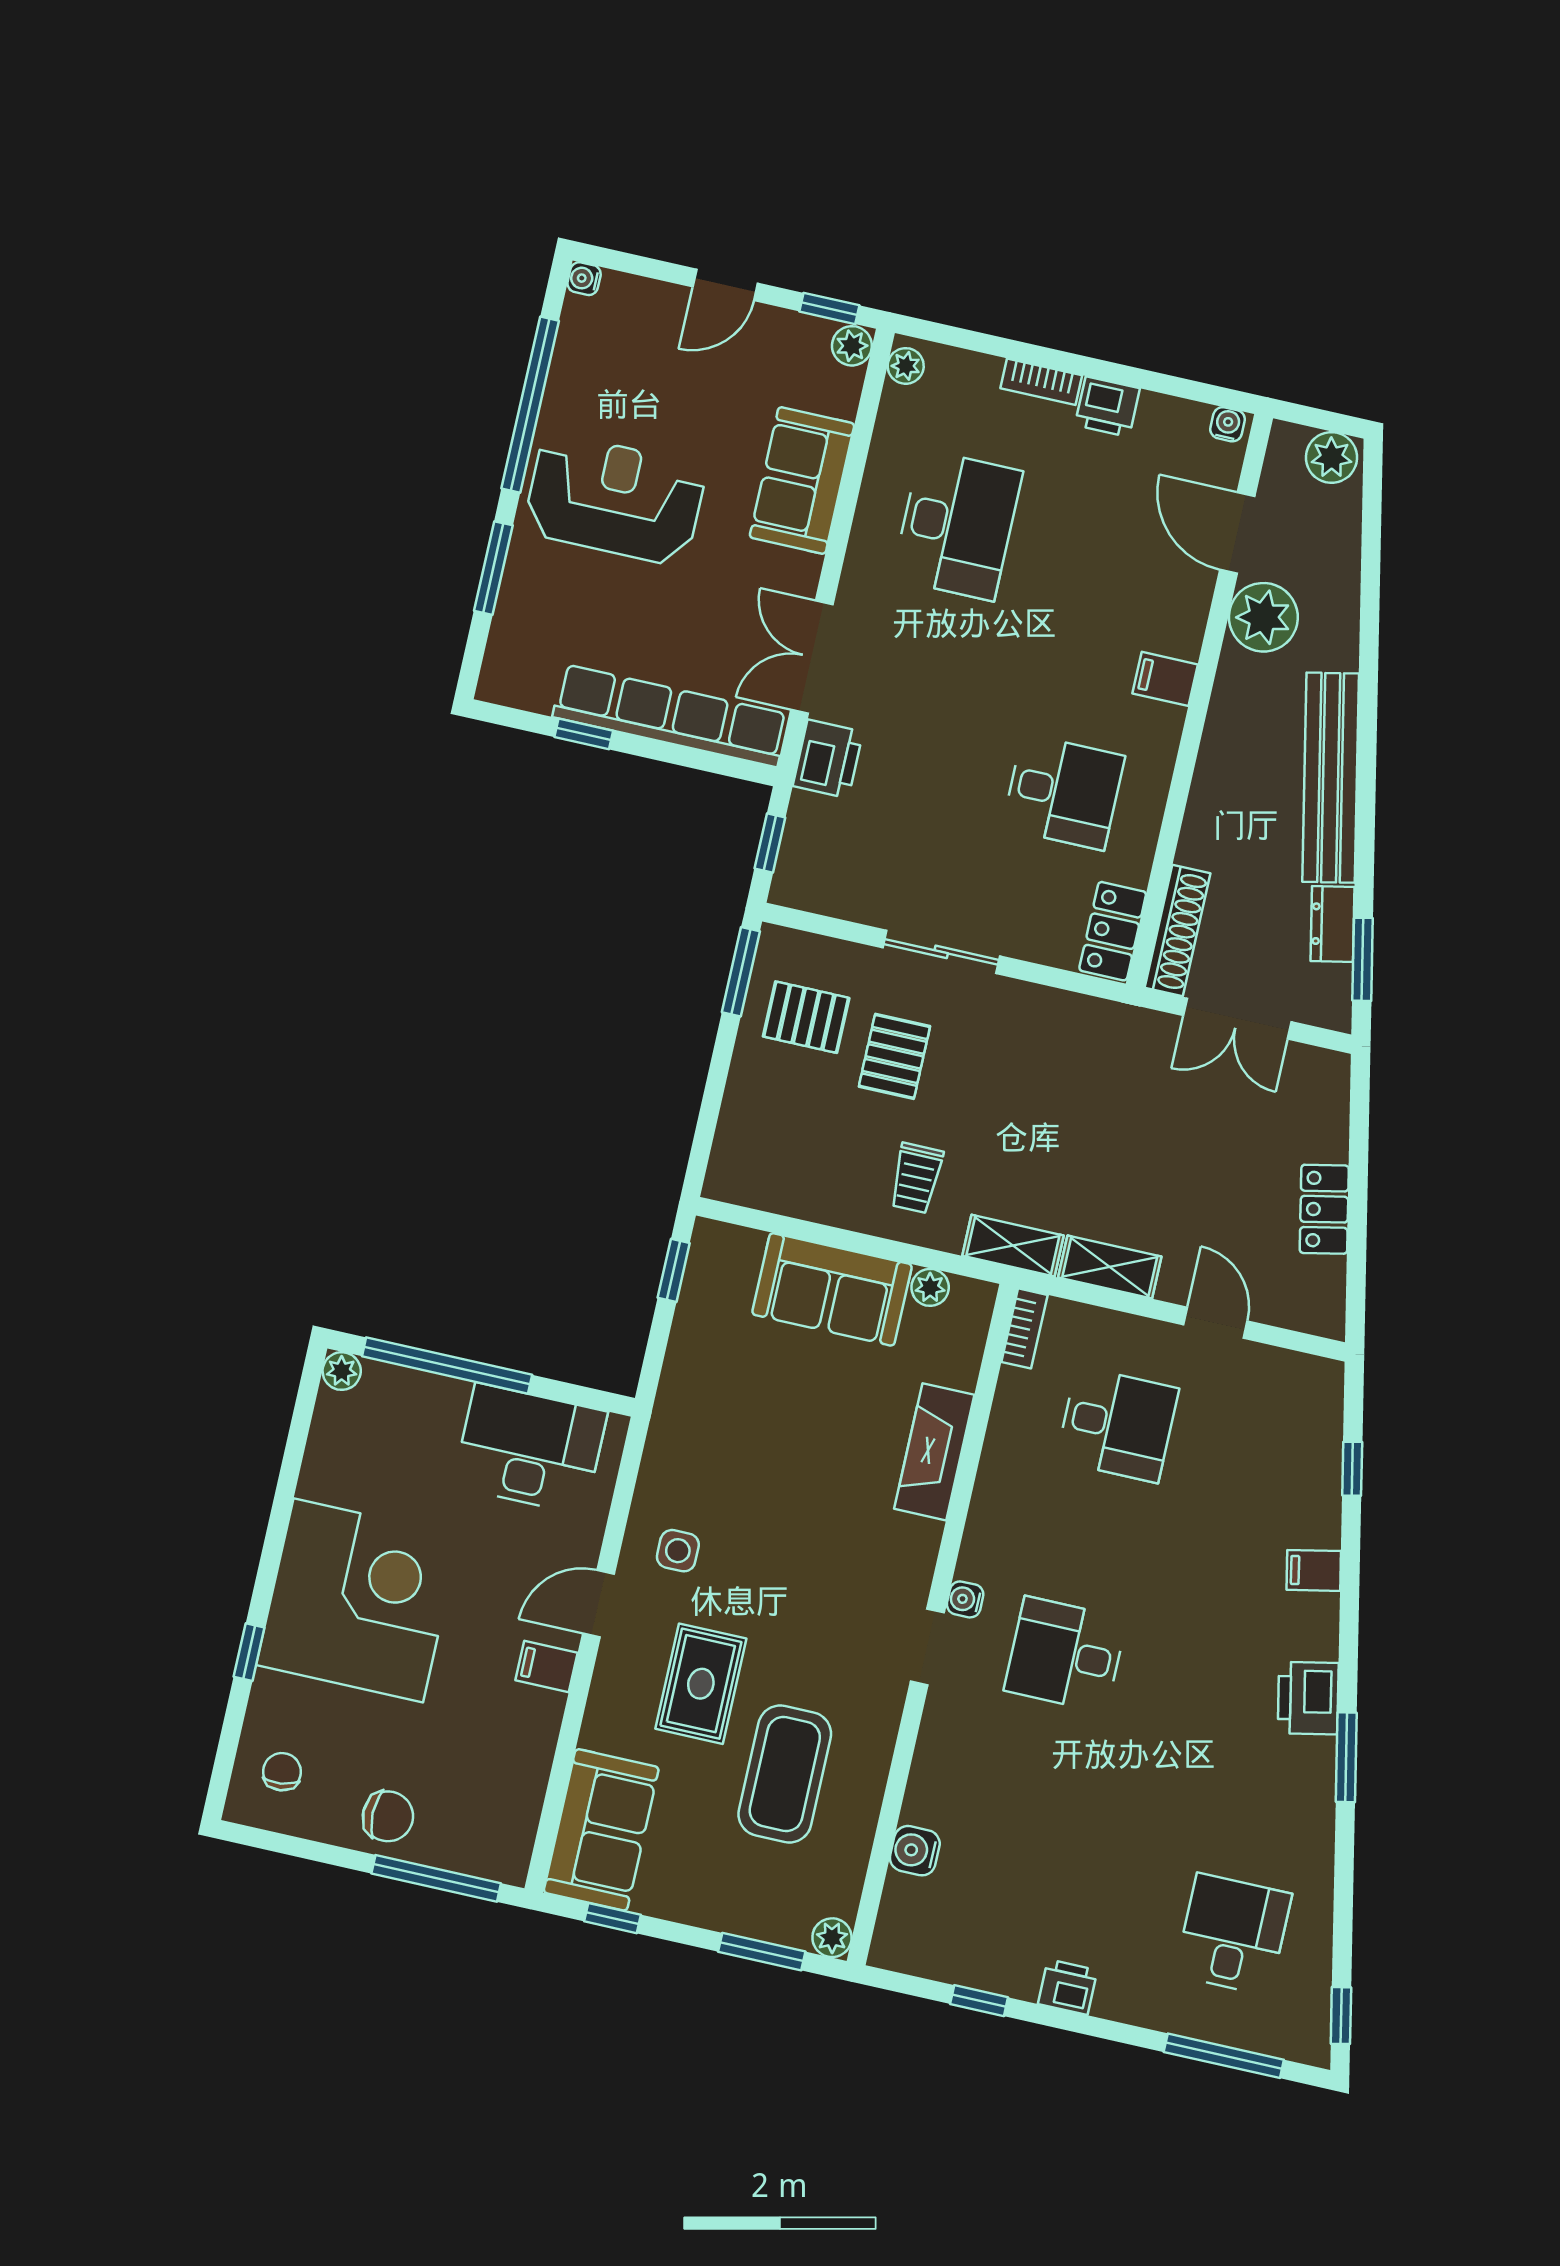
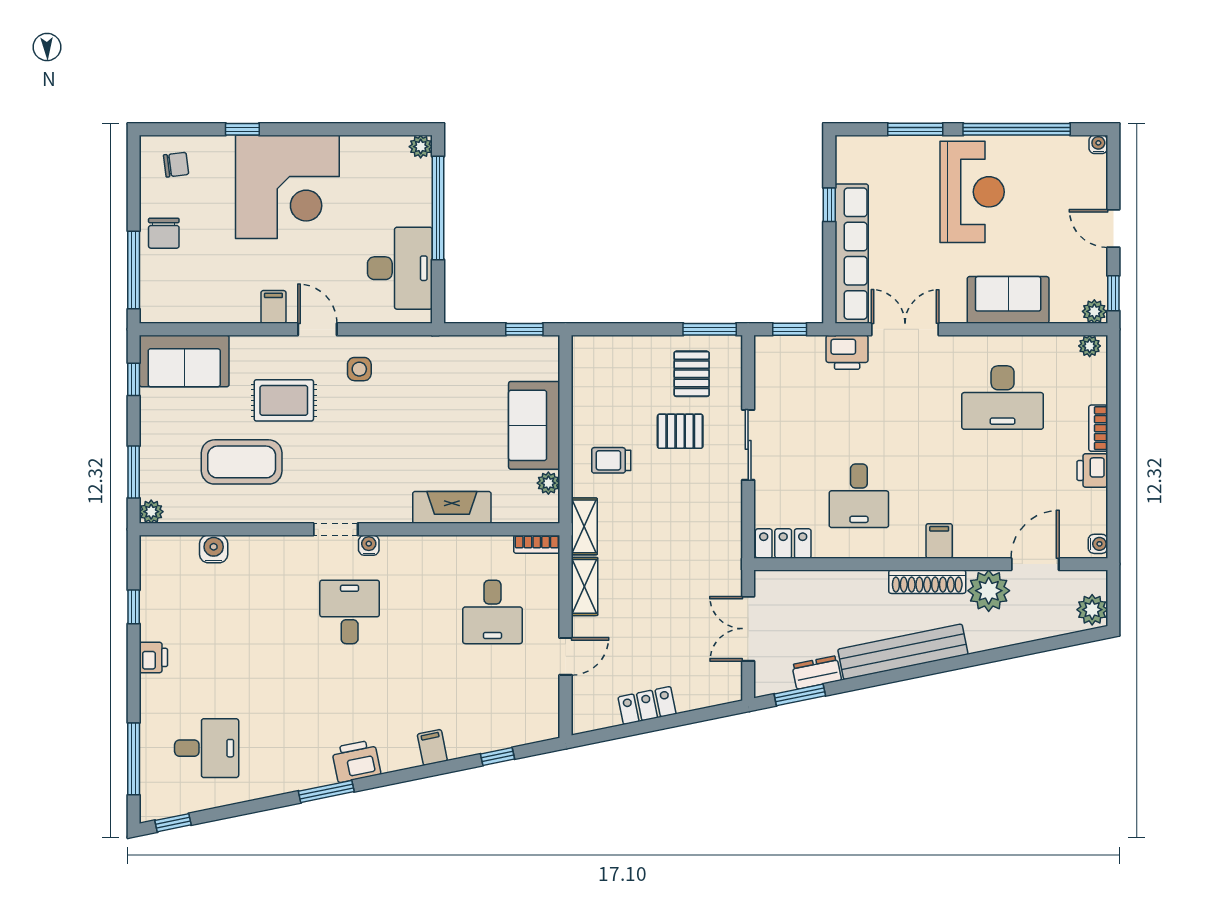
shoe rack: (1178, 931) -> (927, 582), moved

